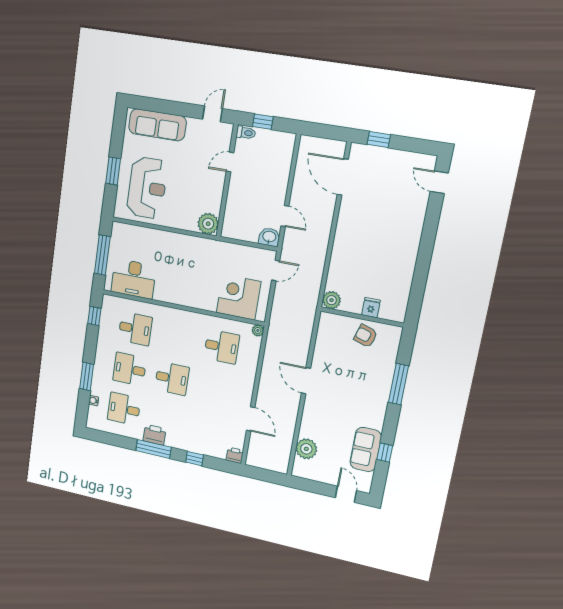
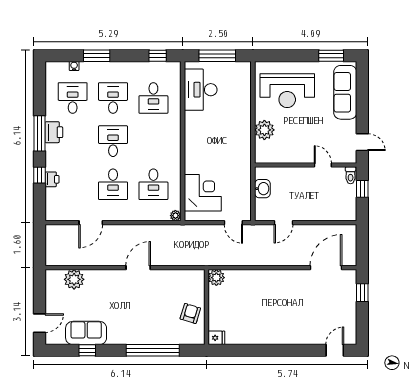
window: (113, 171) -> (331, 56), moved
plant: (208, 224) -> (264, 130), moved
washbasin: (269, 237) -> (262, 189), moved
fridge: (371, 308) -> (216, 338), moved
desk: (172, 378) -> (113, 141), turned 180
window: (399, 384) -> (153, 350), width x1.46
desk: (215, 388) -> (113, 184), added
printer: (235, 455) -> (52, 179), moved

